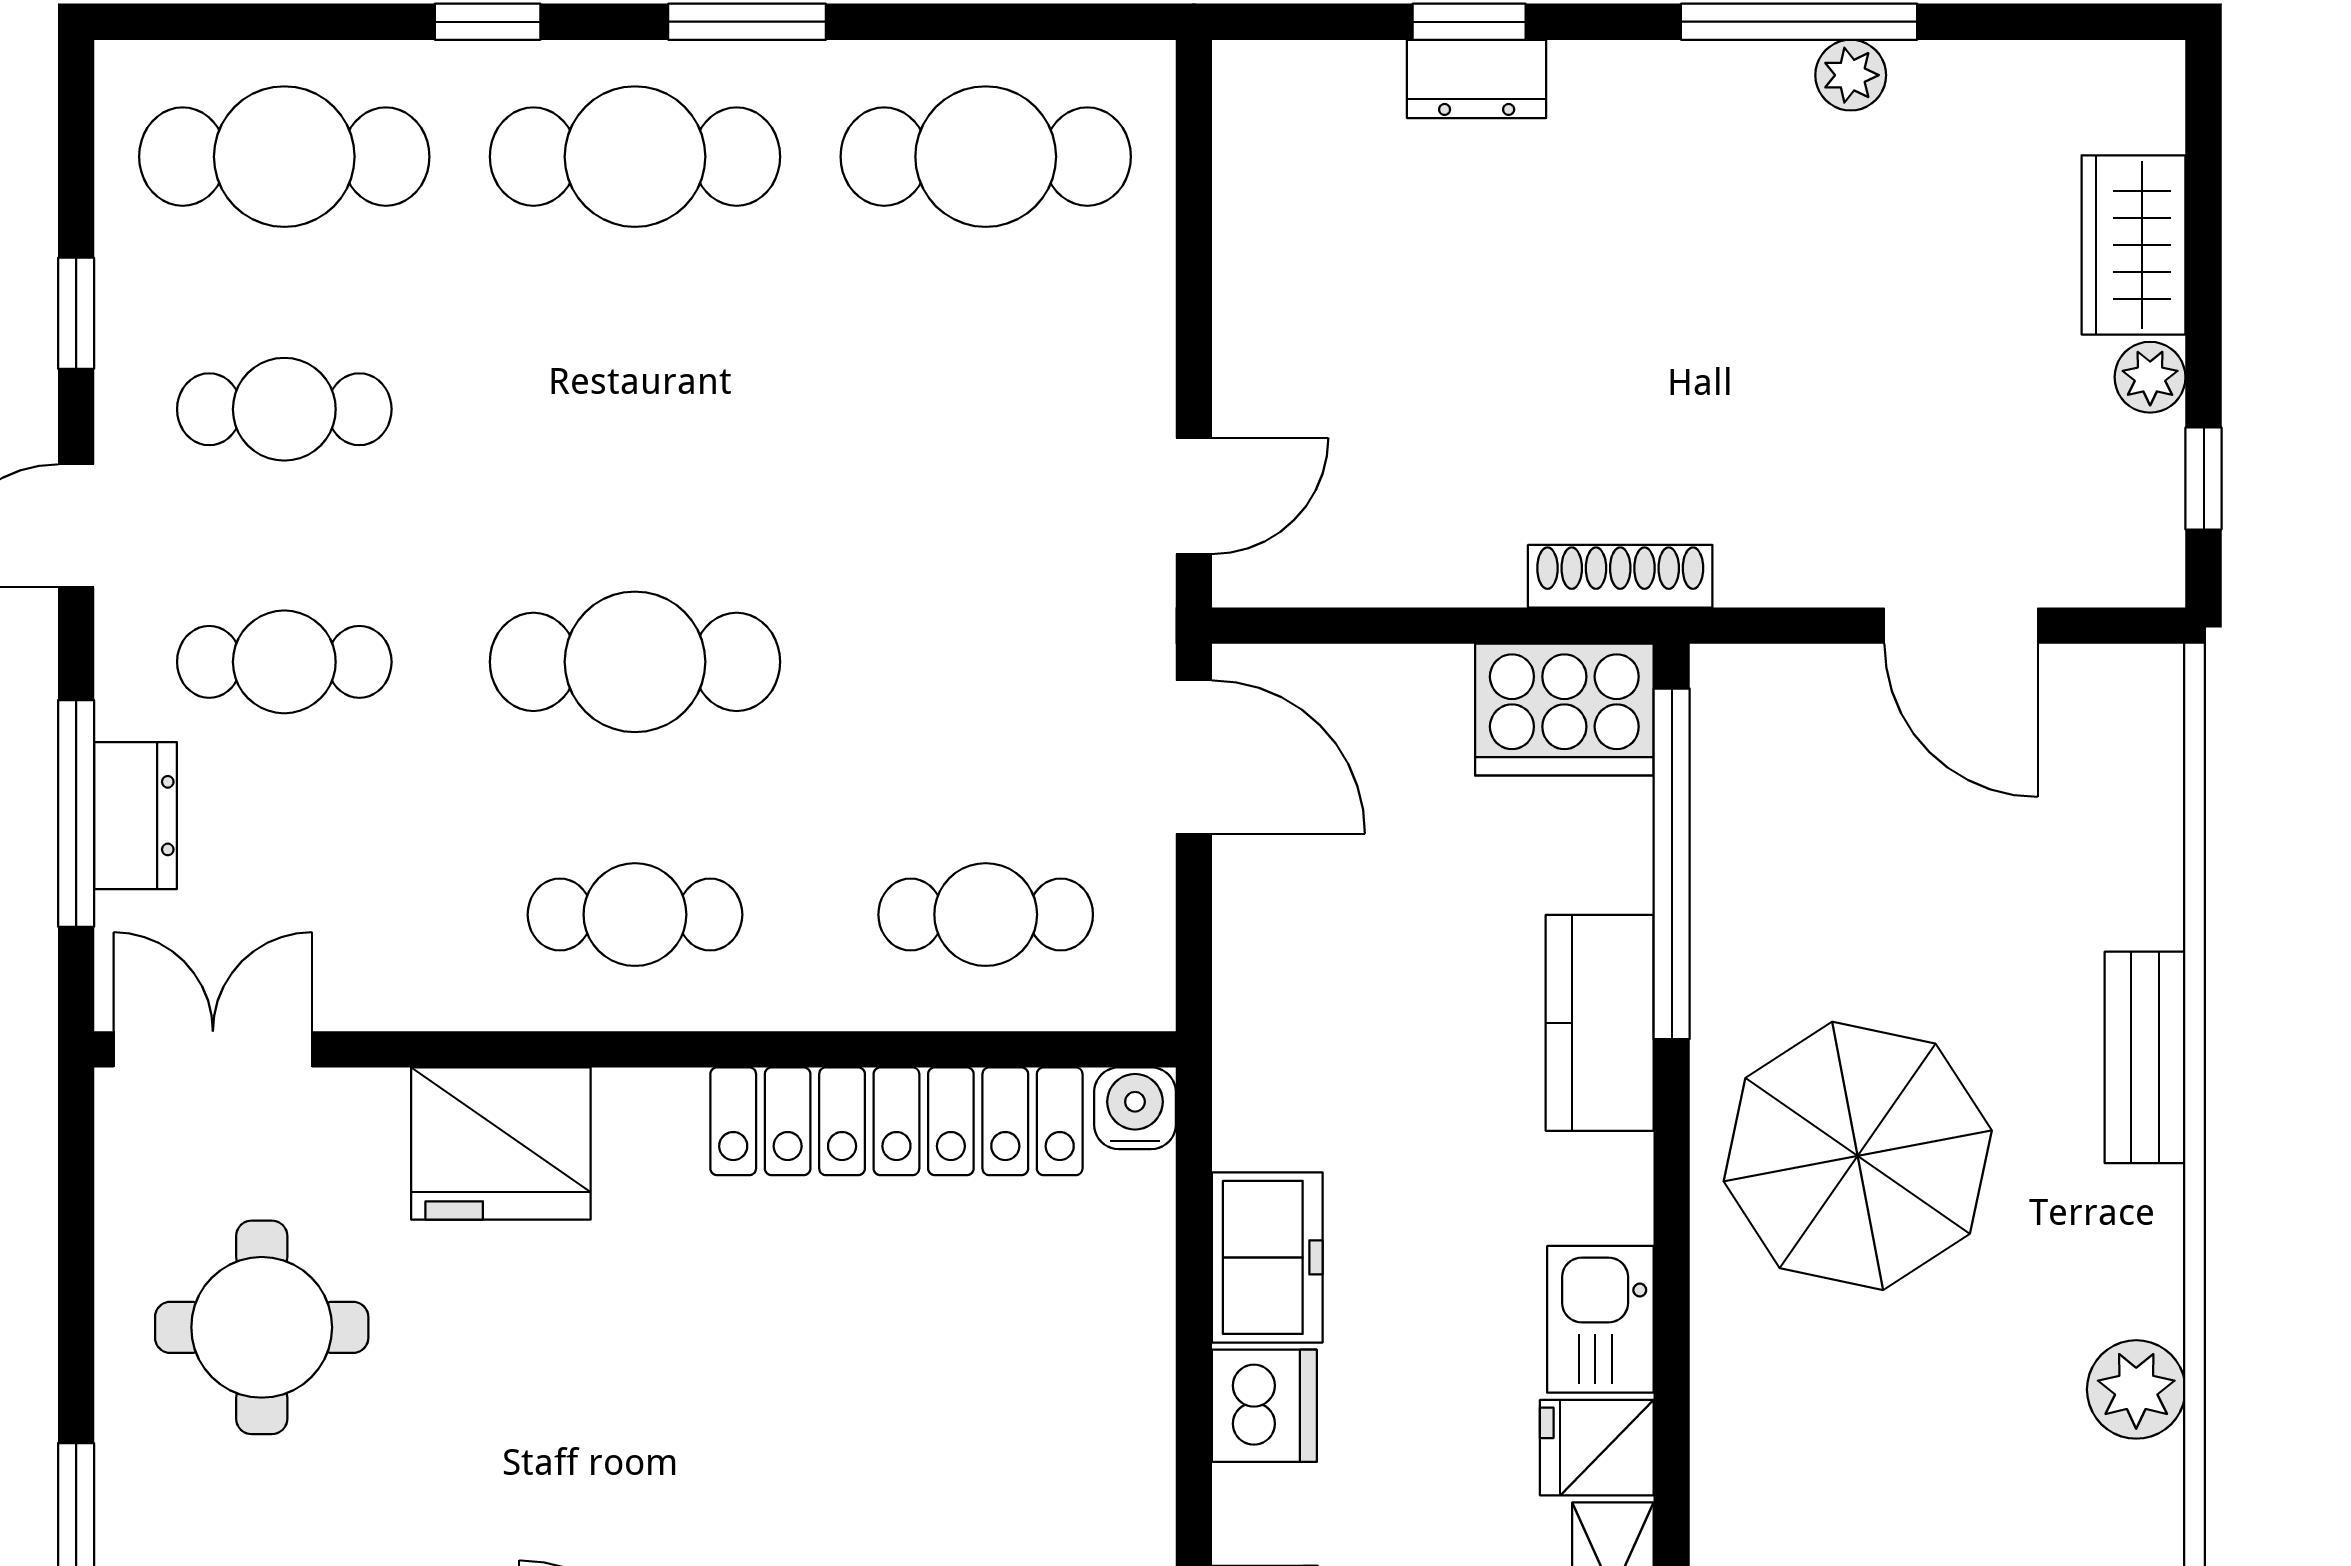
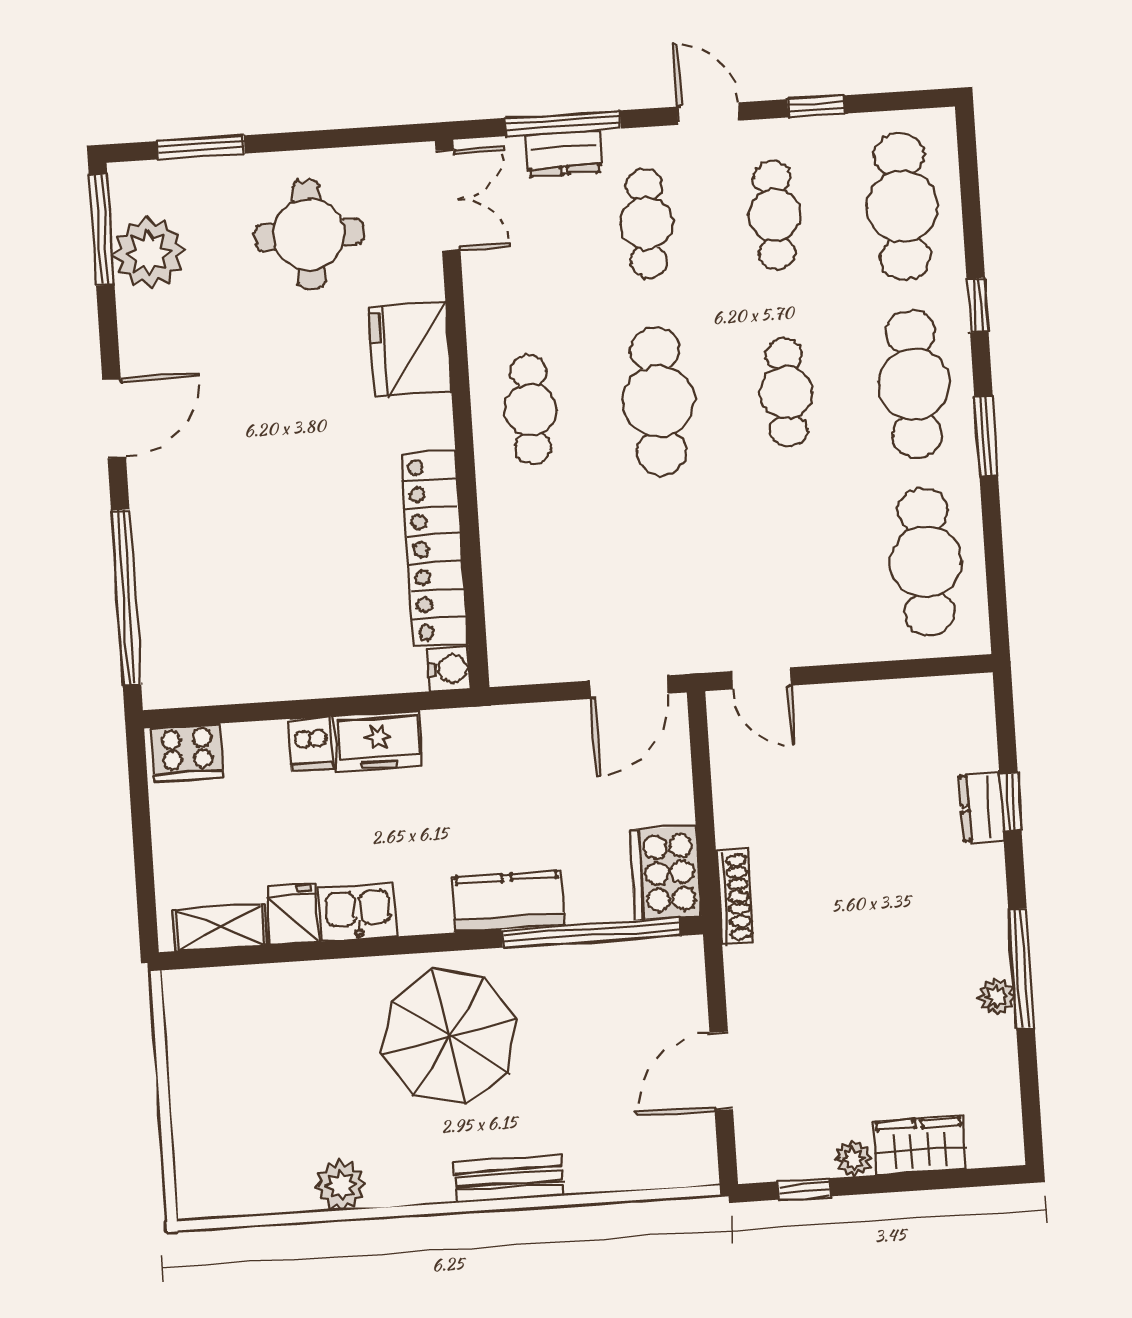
cafe table: (986, 915) -> (786, 393), moved
dishwasher: (1264, 1406) -> (311, 744), width x0.73

